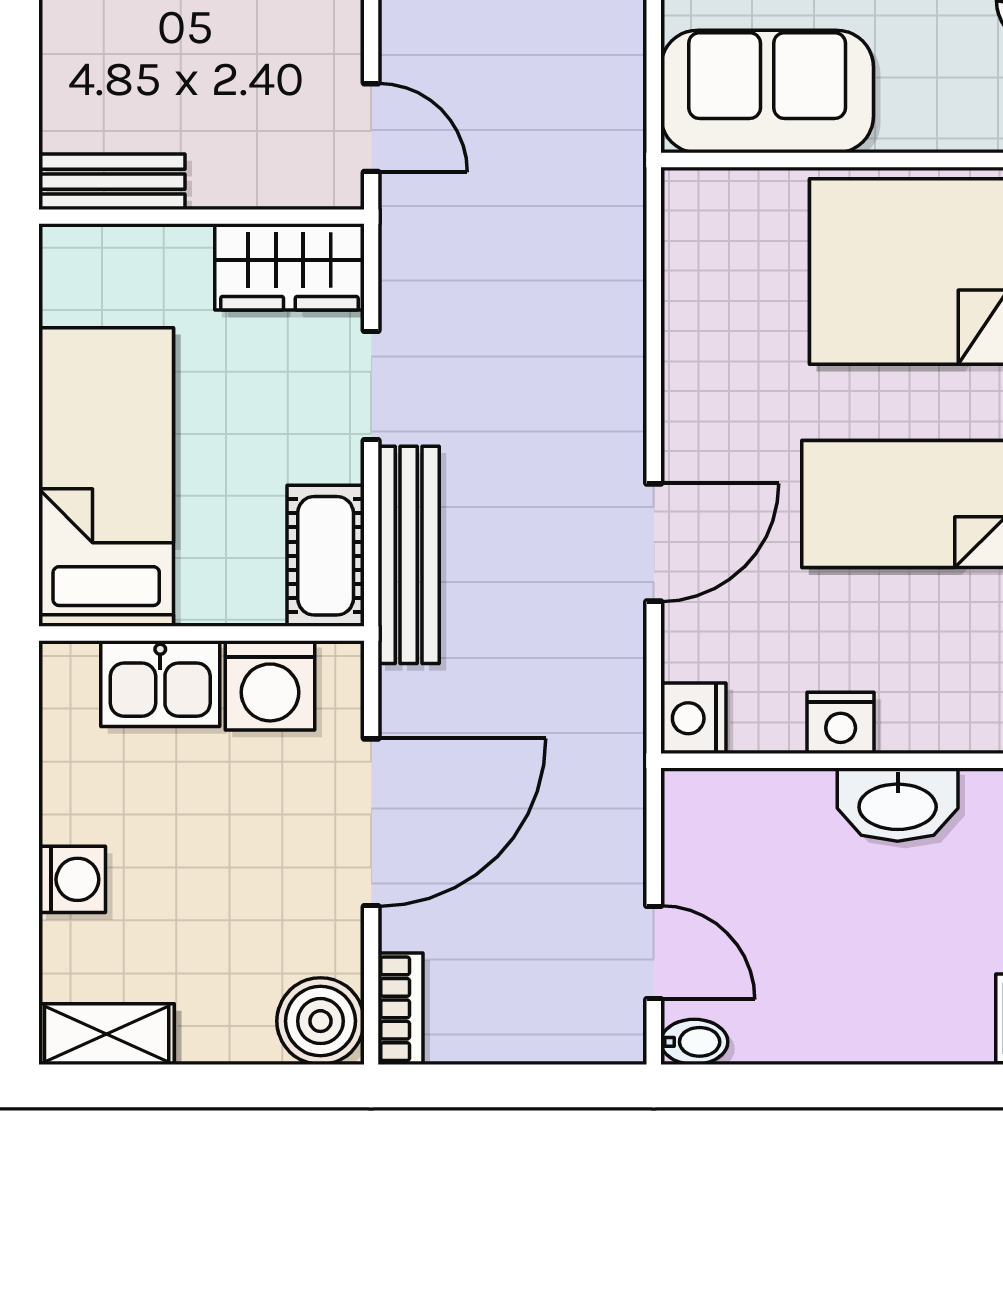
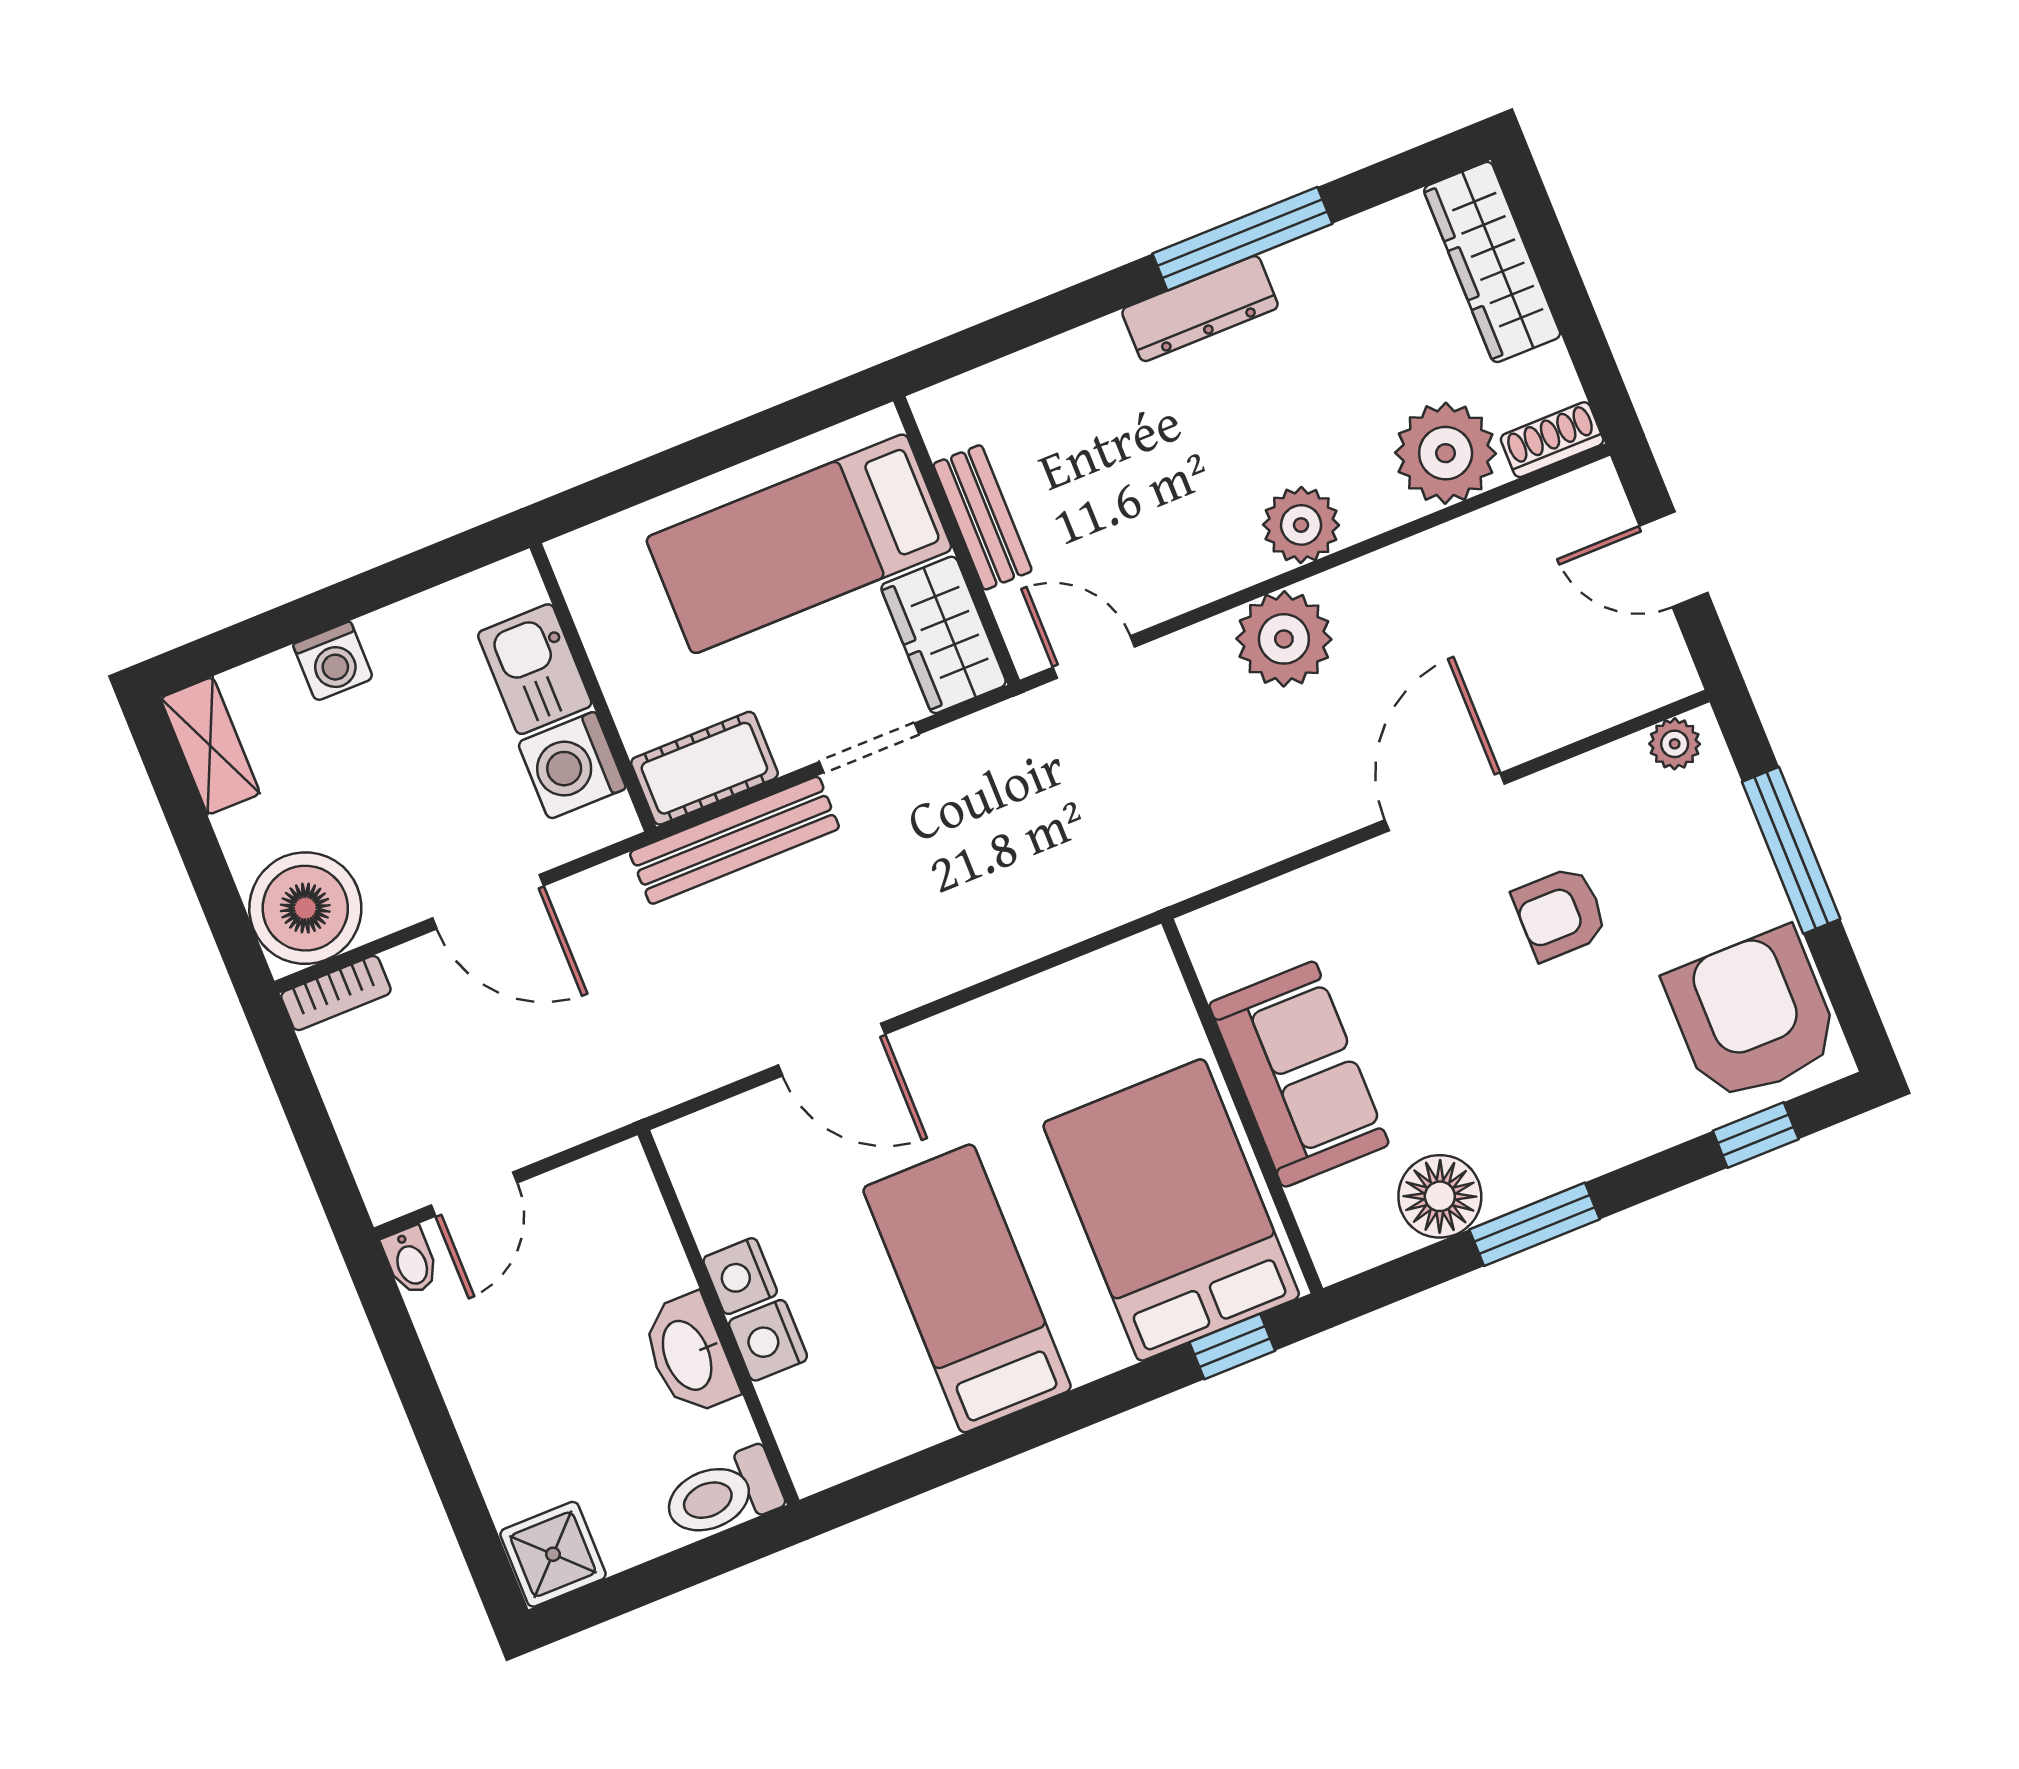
sofa: (767, 92) -> (1299, 1074), moved
door: (371, 128) -> (1094, 657), swing flipped
bench: (112, 182) -> (983, 517), moved
bed: (106, 477) -> (799, 544), moved, turned 180
nightstand: (693, 718) -> (768, 1340), moved, turned -90
door: (371, 822) -> (488, 902), width x0.73
boiler: (320, 1021) -> (305, 908), width x1.37, depth x1.37

